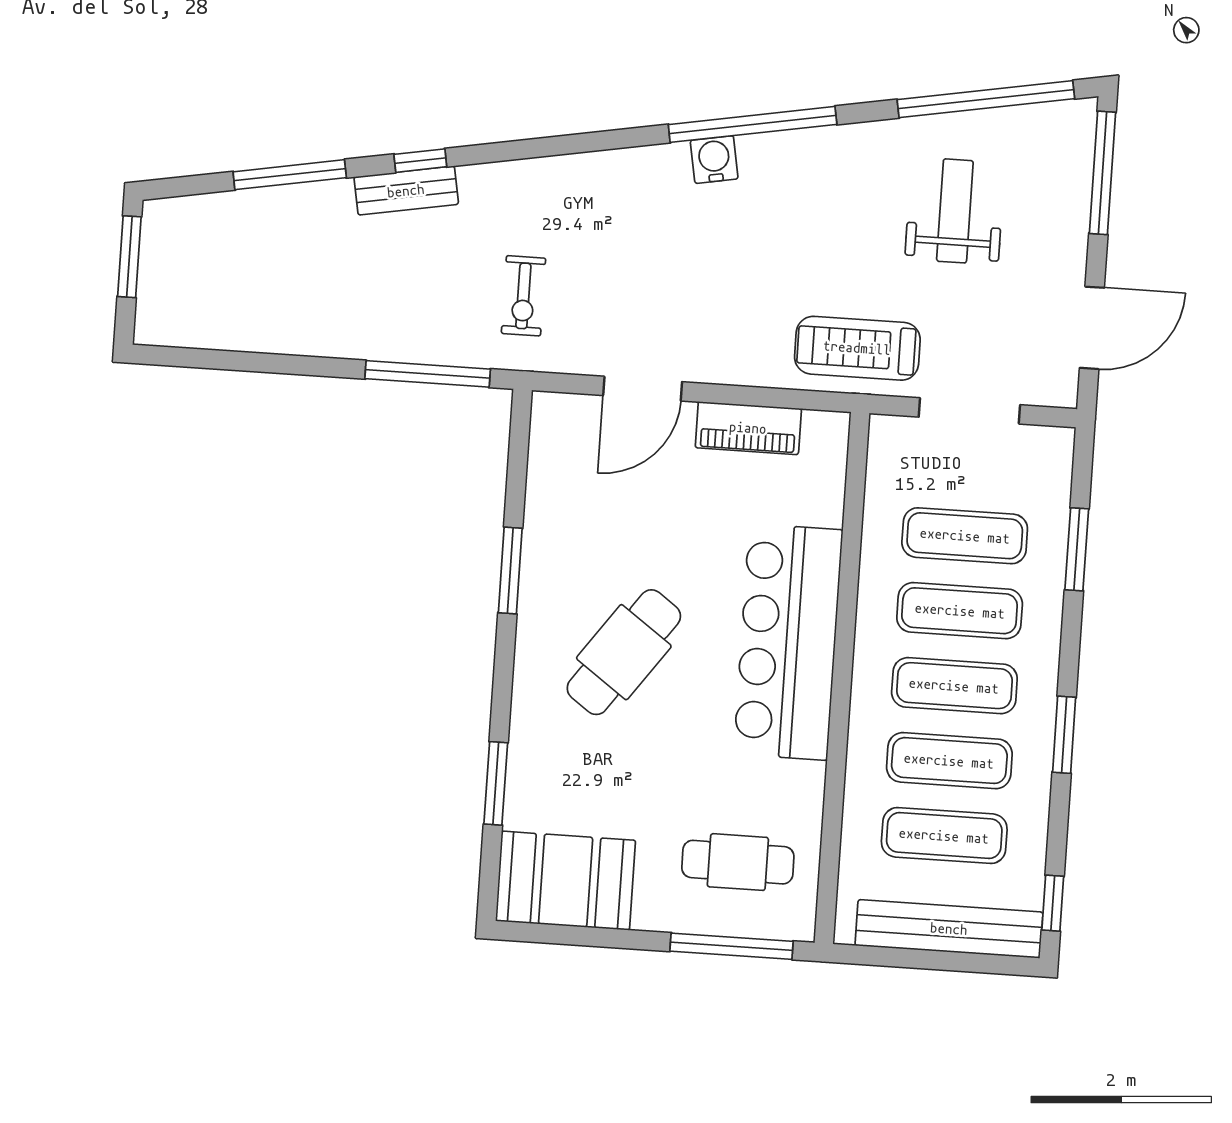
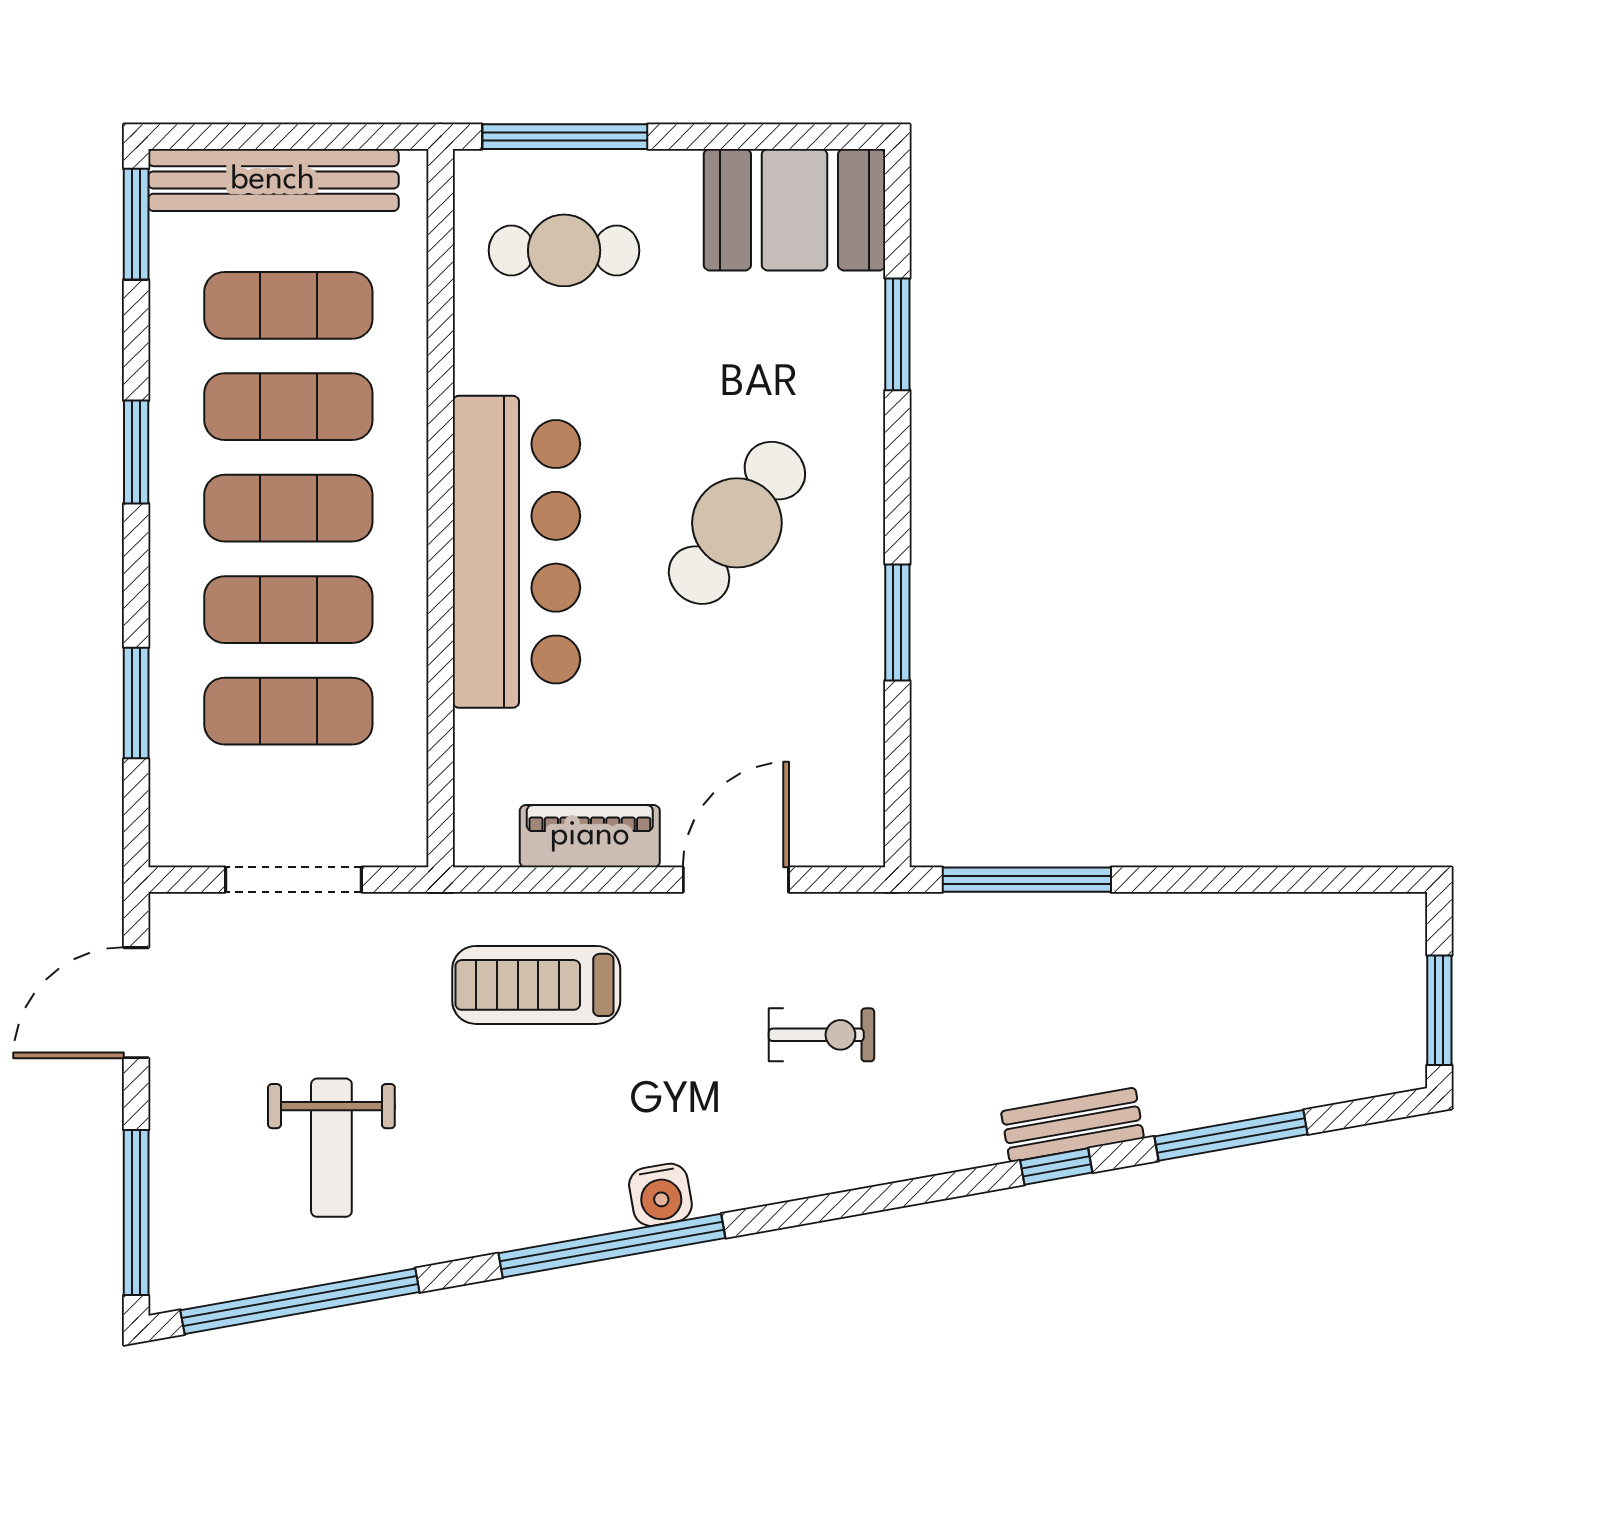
exercise bike: (523, 296) -> (822, 1035), moved, turned 90
treadmill: (857, 348) -> (536, 985), moved, turned 180
window: (1053, 903) -> (136, 224), width x1.50

